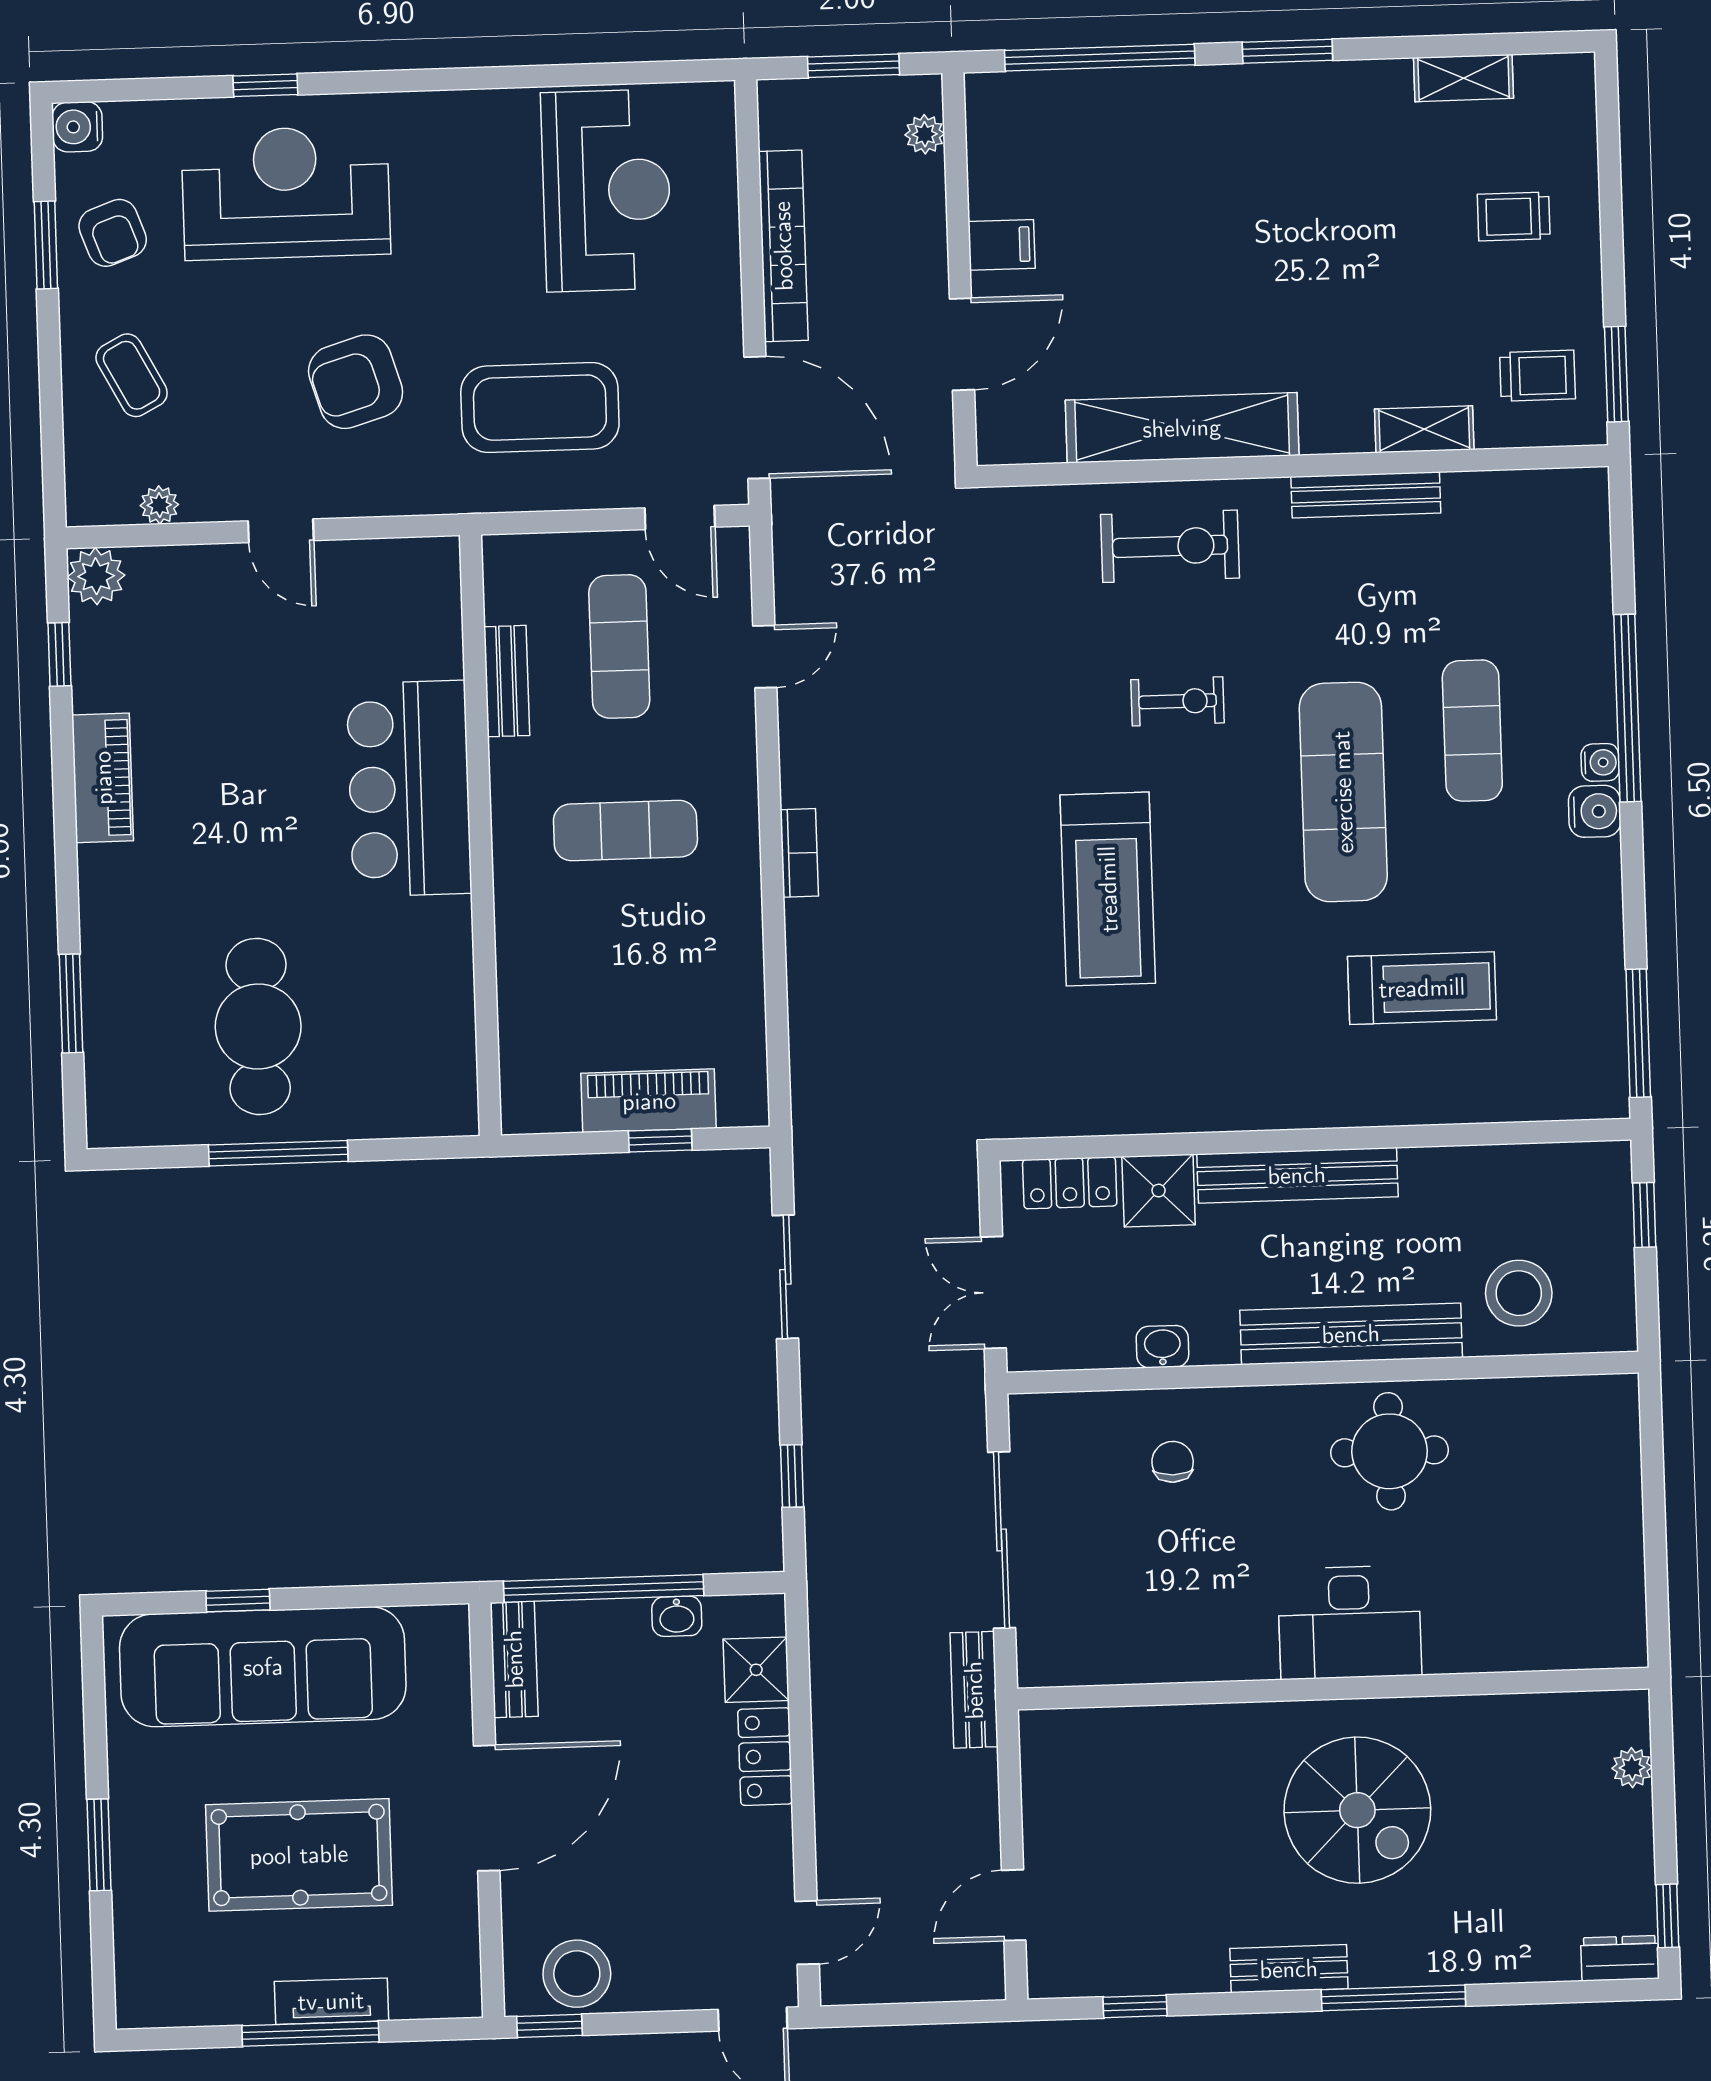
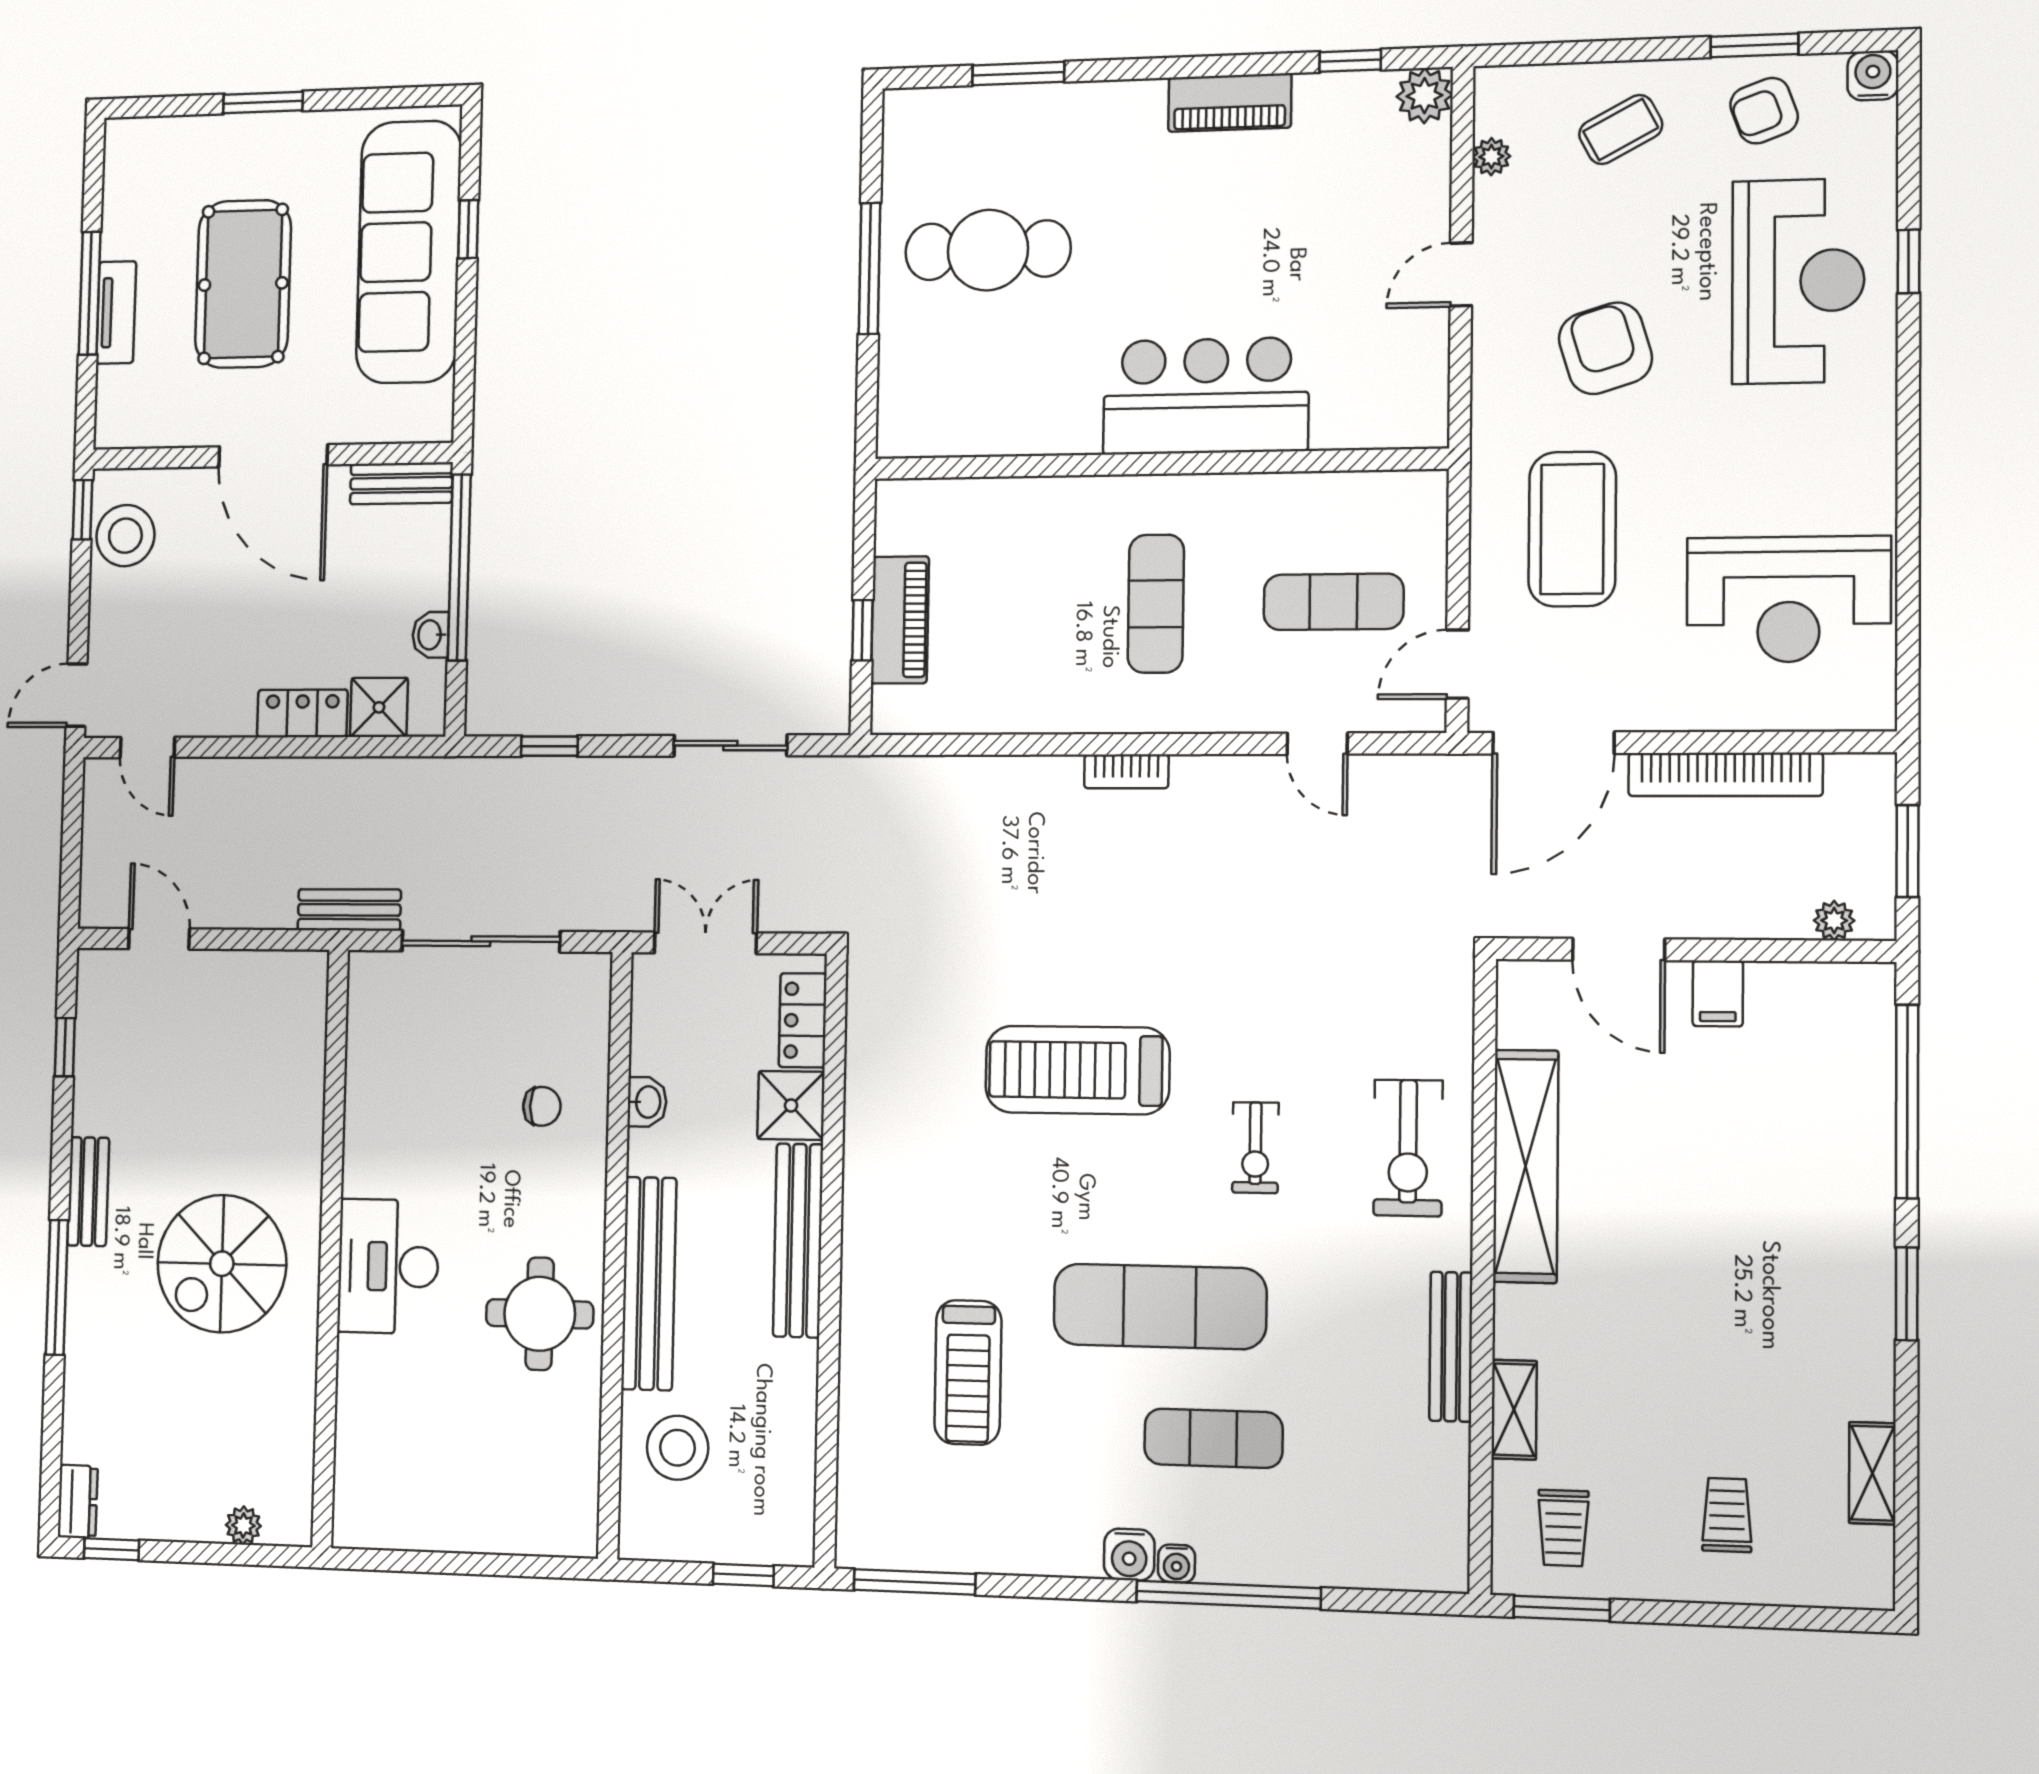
bench: (507, 681) -> (1305, 492), removed

